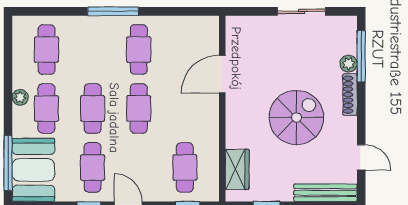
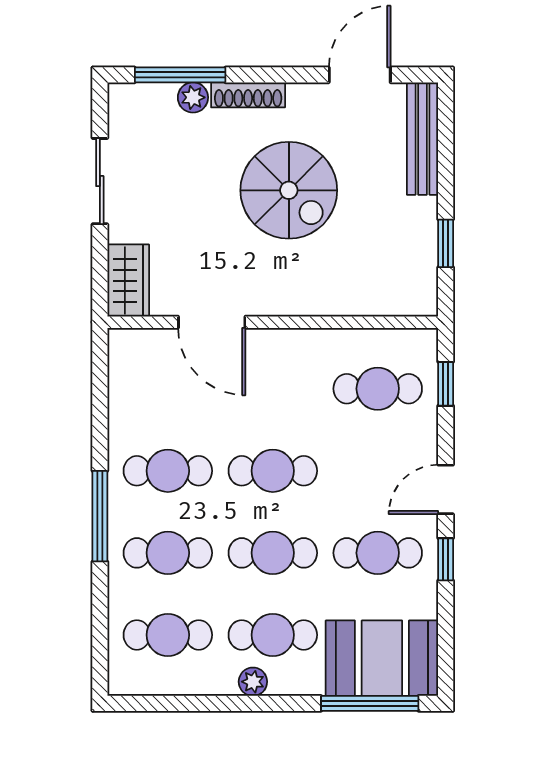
cafe table: (93, 50) -> (168, 553), added
spiral stairs: (296, 118) -> (289, 190), turned 180
door: (361, 157) -> (360, 75), width x1.38
wardrobe: (237, 169) -> (128, 281), moved, turned 90

